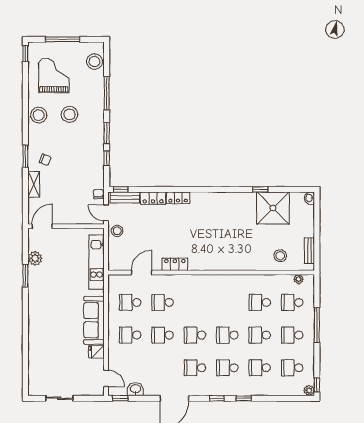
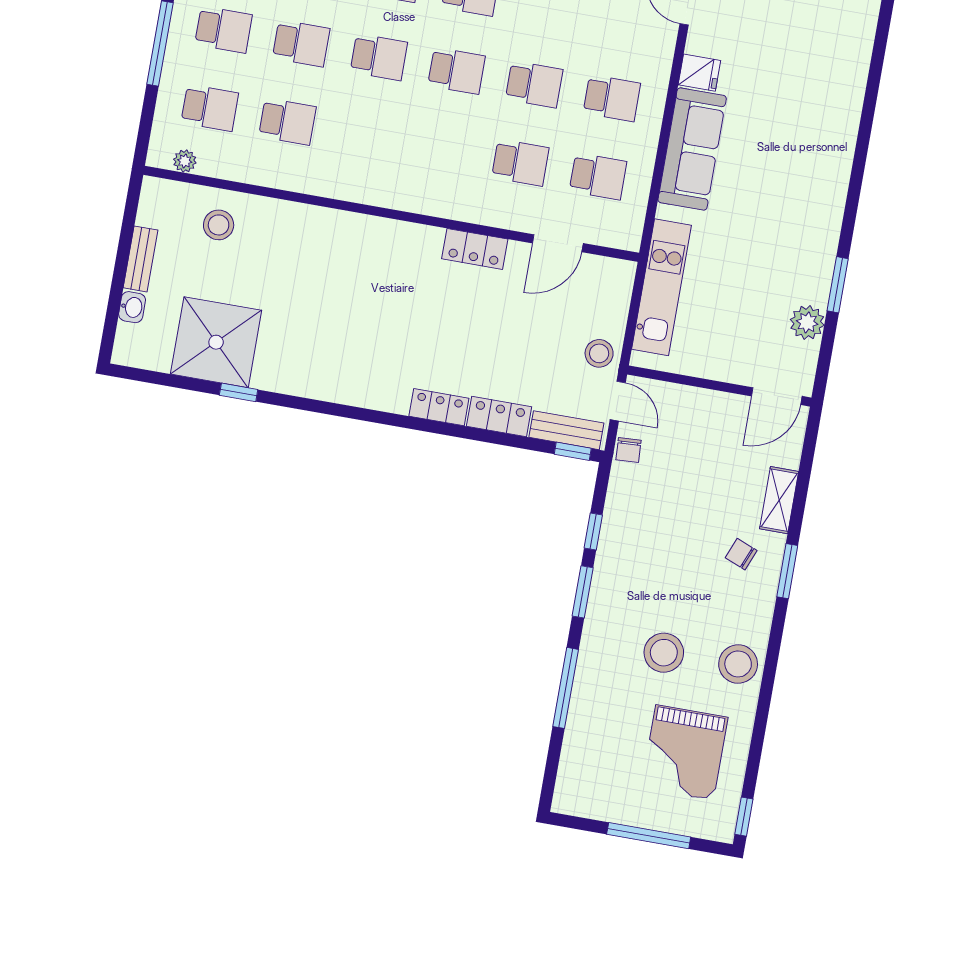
stool: (94, 62) -> (582, 769), removed
washbasin: (309, 198) -> (132, 307), moved
bench: (309, 251) -> (140, 259), moved

